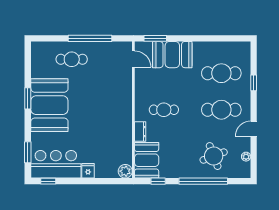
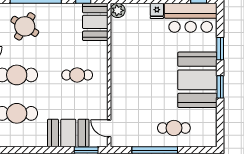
dresser: (140, 132) -> (102, 52), removed
window: (28, 152) -> (220, 49), moved
round table: (214, 156) -> (25, 26), turned -37

